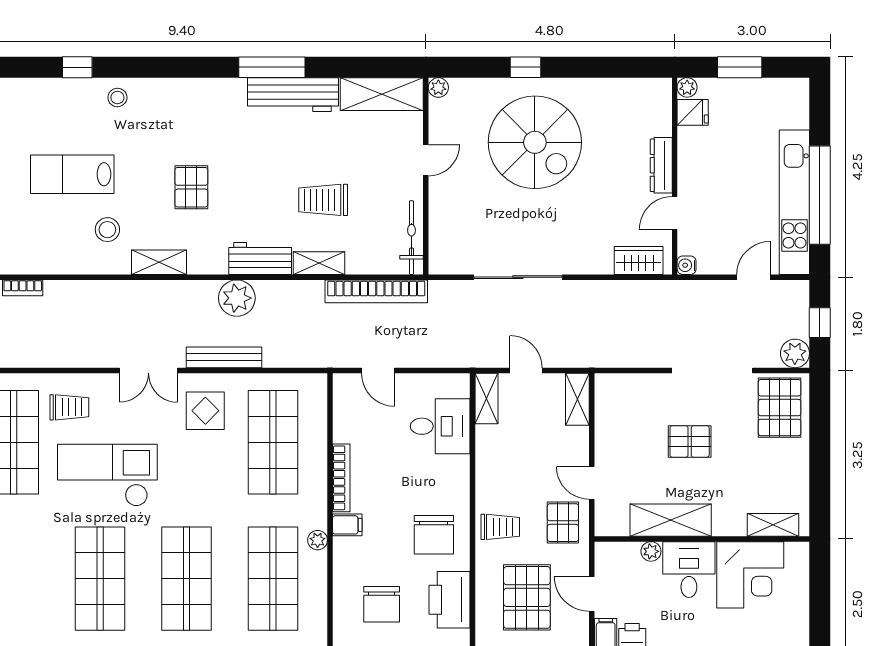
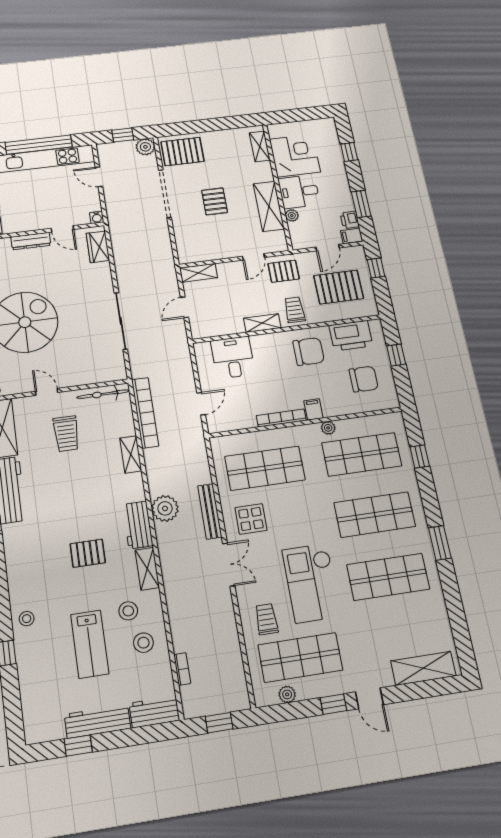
trolley: (323, 200) -> (66, 434), moved
stool: (64, 243) -> (143, 643), added
workbench: (260, 258) -> (138, 525), moved
shelving: (486, 398) -> (262, 323), moved

